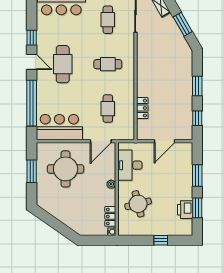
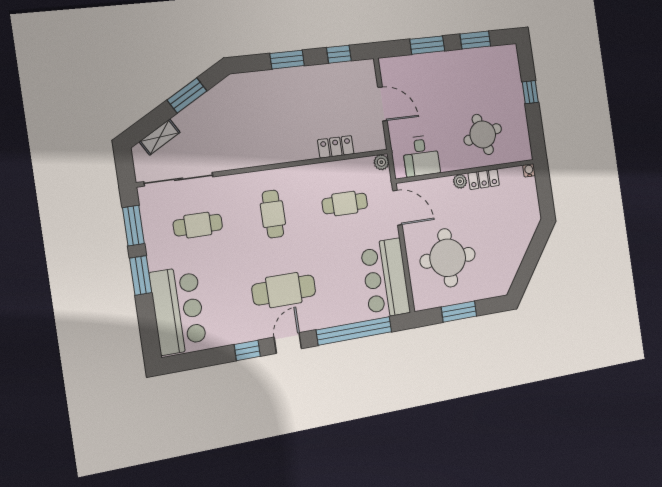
plant: (129, 135) -> (381, 162), added
desk: (130, 165) -> (421, 156), width x0.73
printer: (185, 210) -> (481, 59), removed
locker: (110, 216) -> (484, 179), moved

